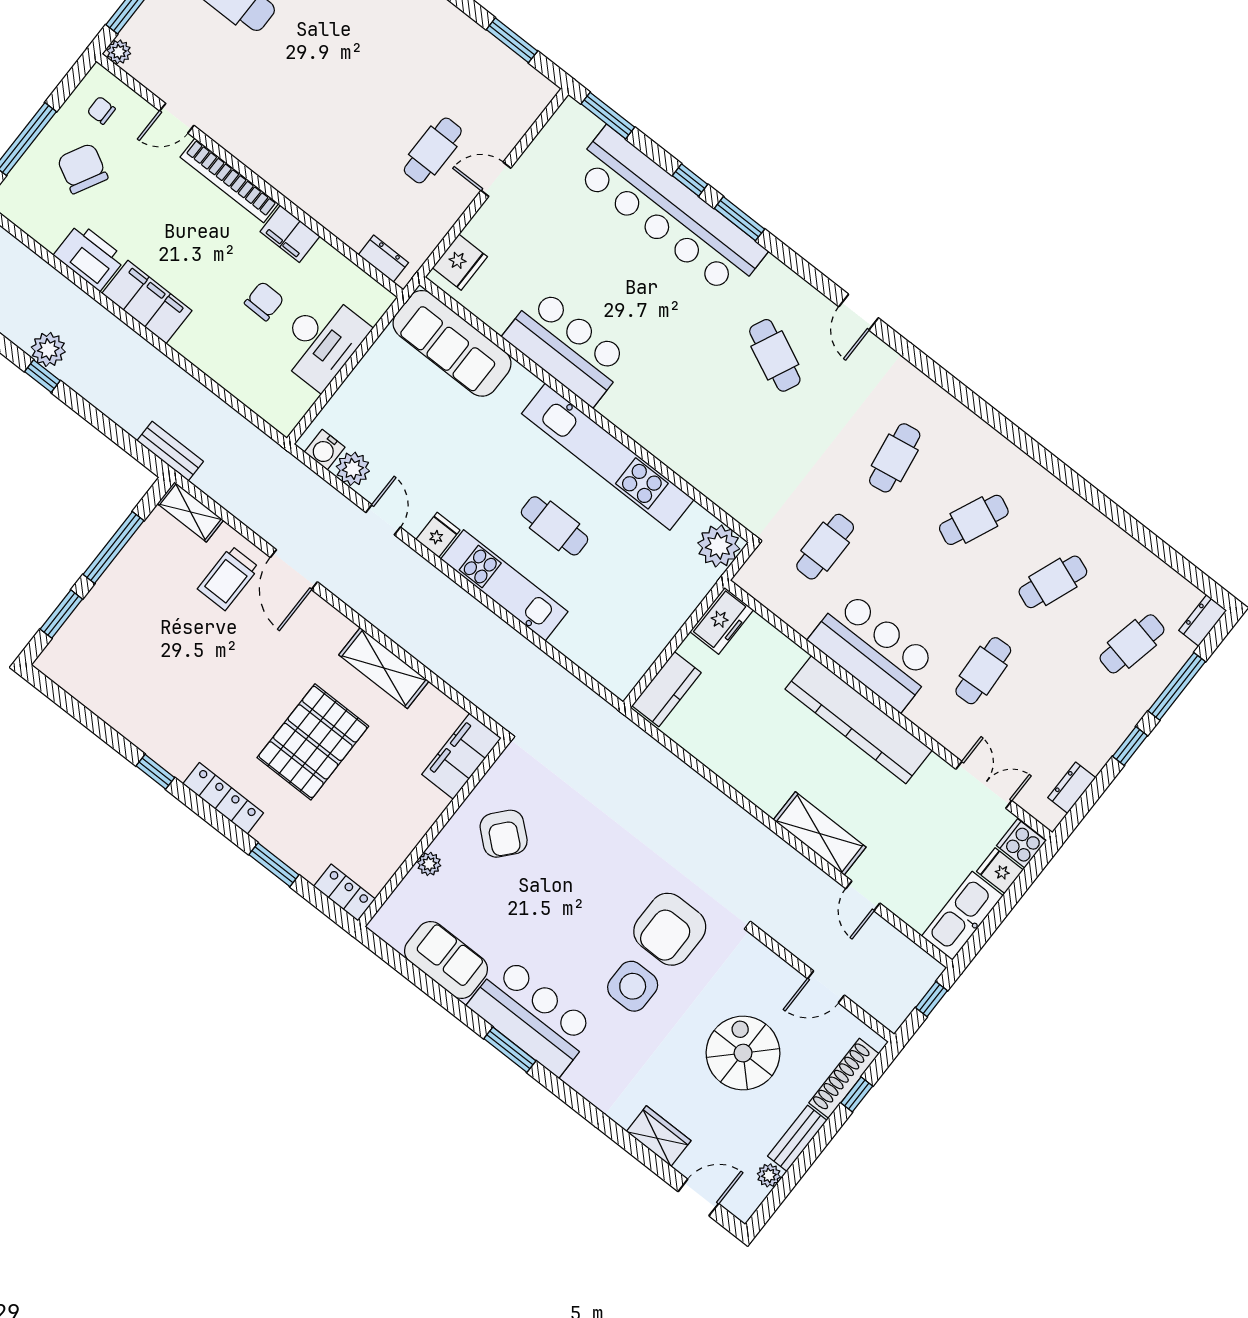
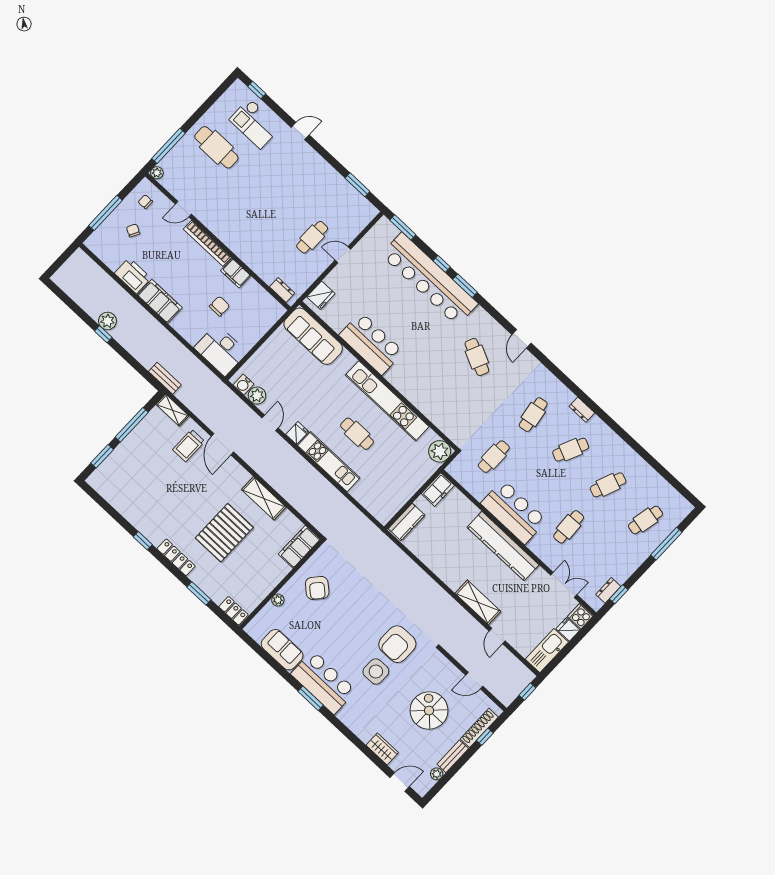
chair: (83, 168) -> (133, 230), width x0.54, depth x0.54
desk: (321, 341) -> (221, 350), moved, turned 90
dresser: (1203, 620) -> (582, 410), moved, turned -90
window: (1130, 746) -> (619, 594), moved

